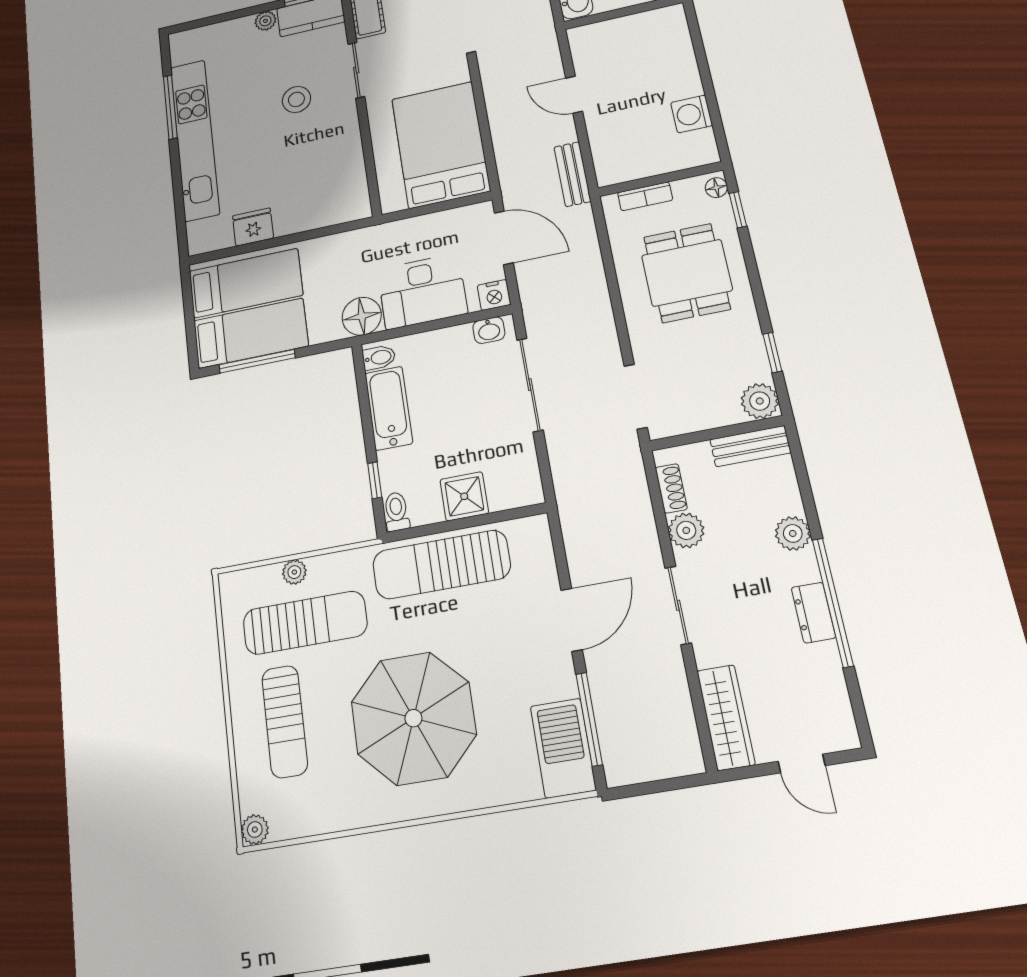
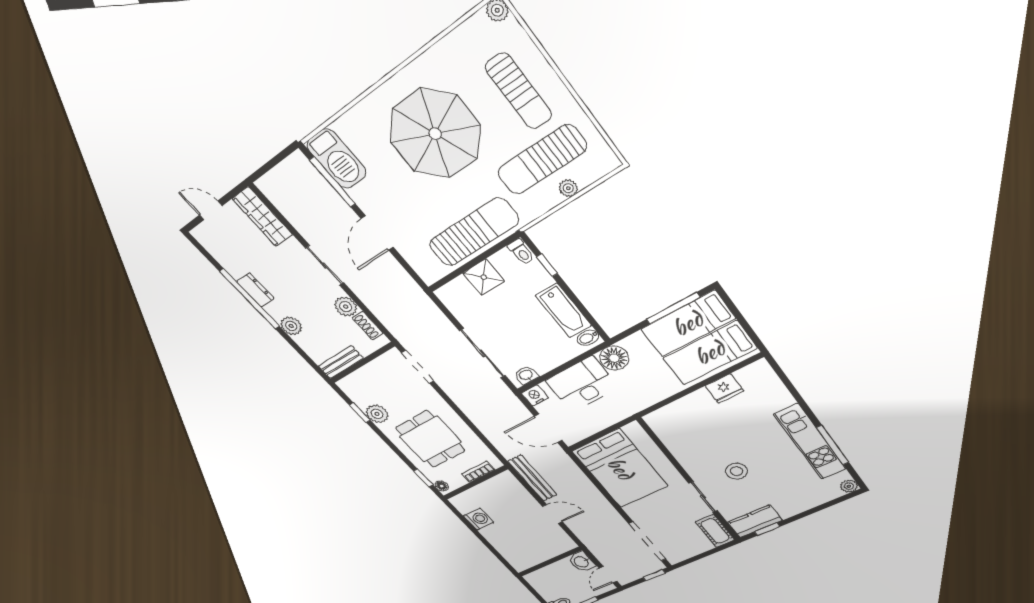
plant: (265, 21) -> (849, 486), moved
kitchen unit: (195, 140) -> (810, 442), width x0.73
bench: (572, 174) -> (532, 478), width x1.36
plant: (760, 401) -> (377, 414), moved
sun lounger: (285, 721) -> (519, 91), turned 180

